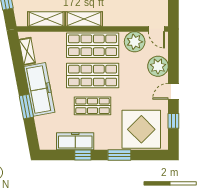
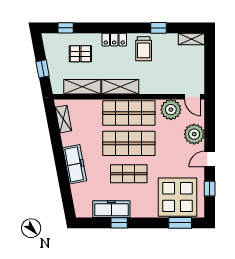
freezer: (39, 89) -> (75, 164), width x0.73, depth x0.79
window: (26, 106) -> (62, 174), removed
window: (119, 155) -> (180, 223), moved

